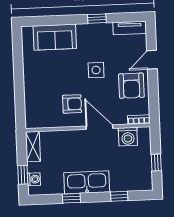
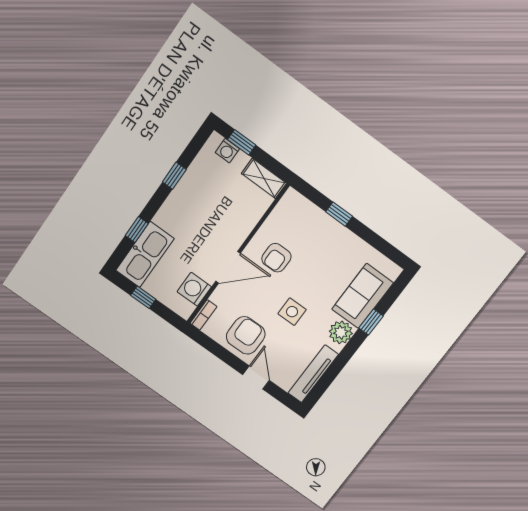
window: (97, 19) -> (371, 322), moved
tv unit: (130, 28) -> (313, 374), width x1.41
plant: (86, 32) -> (341, 332), added
armchair: (131, 86) -> (246, 335), turned 90
window: (19, 88) -> (339, 214), added
kitchen sink: (87, 182) -> (145, 255), moved

